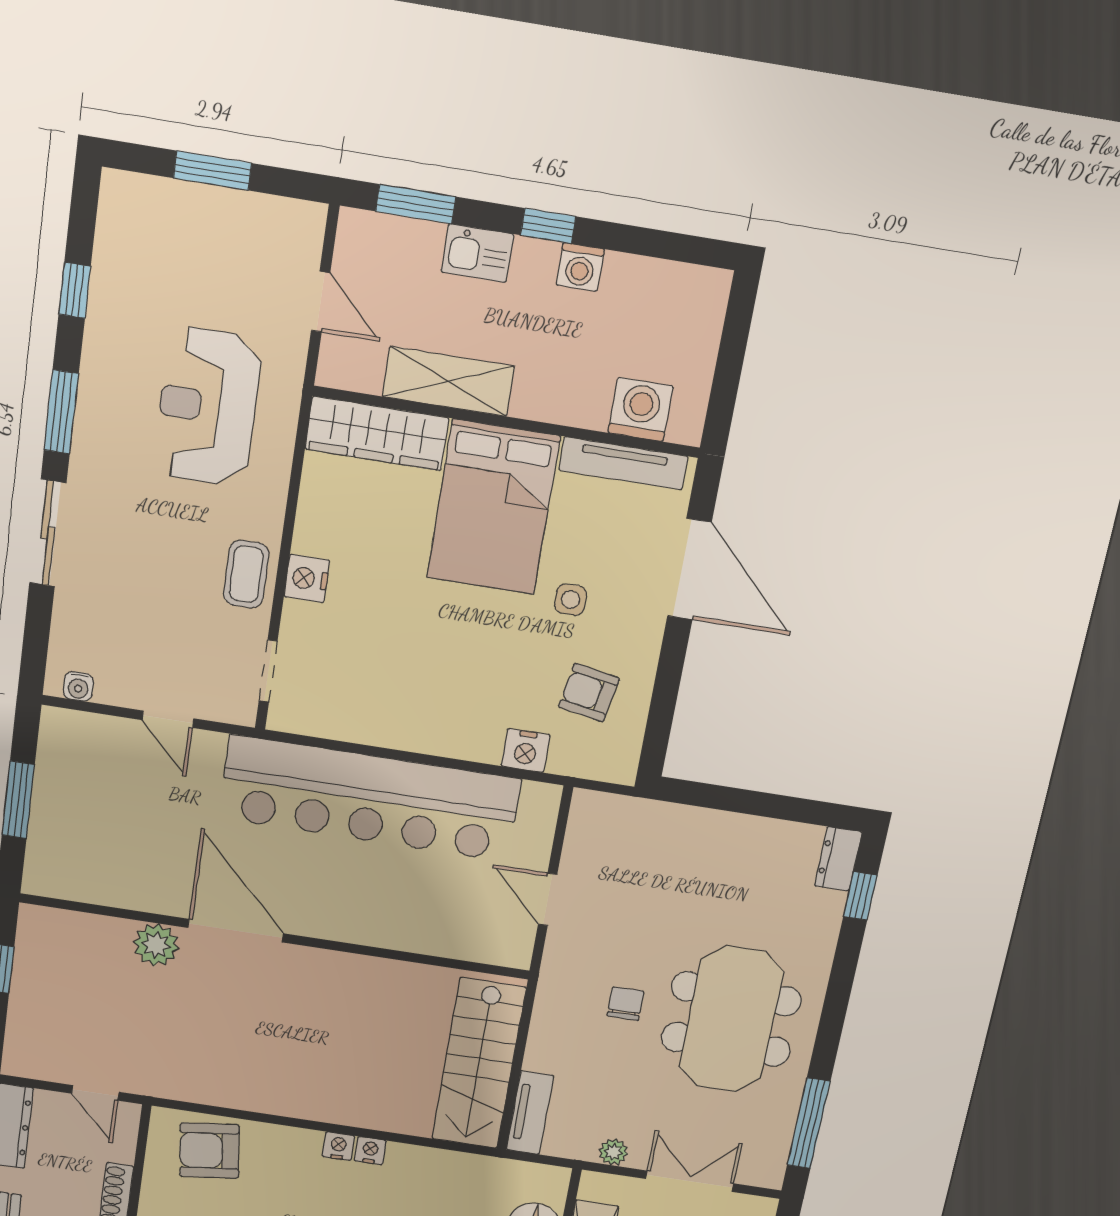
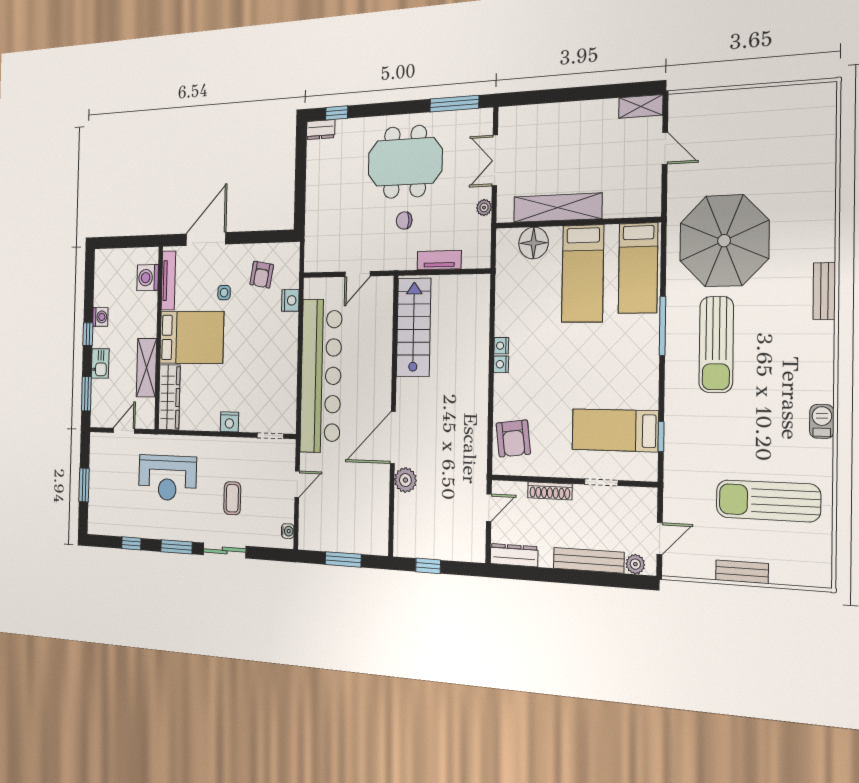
coffee table: (246, 574) -> (232, 498), moved, turned 90
stairs: (479, 1064) -> (414, 327), moved, turned -90
tv unit: (530, 1113) -> (439, 260), moved

